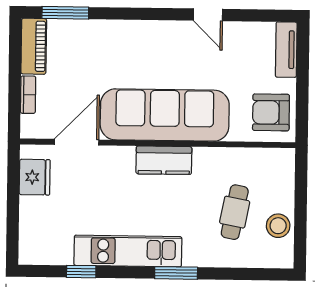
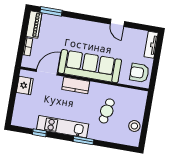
kitchen counter: (164, 160) -> (76, 85), moved
cafe table: (235, 212) -> (107, 111), moved

